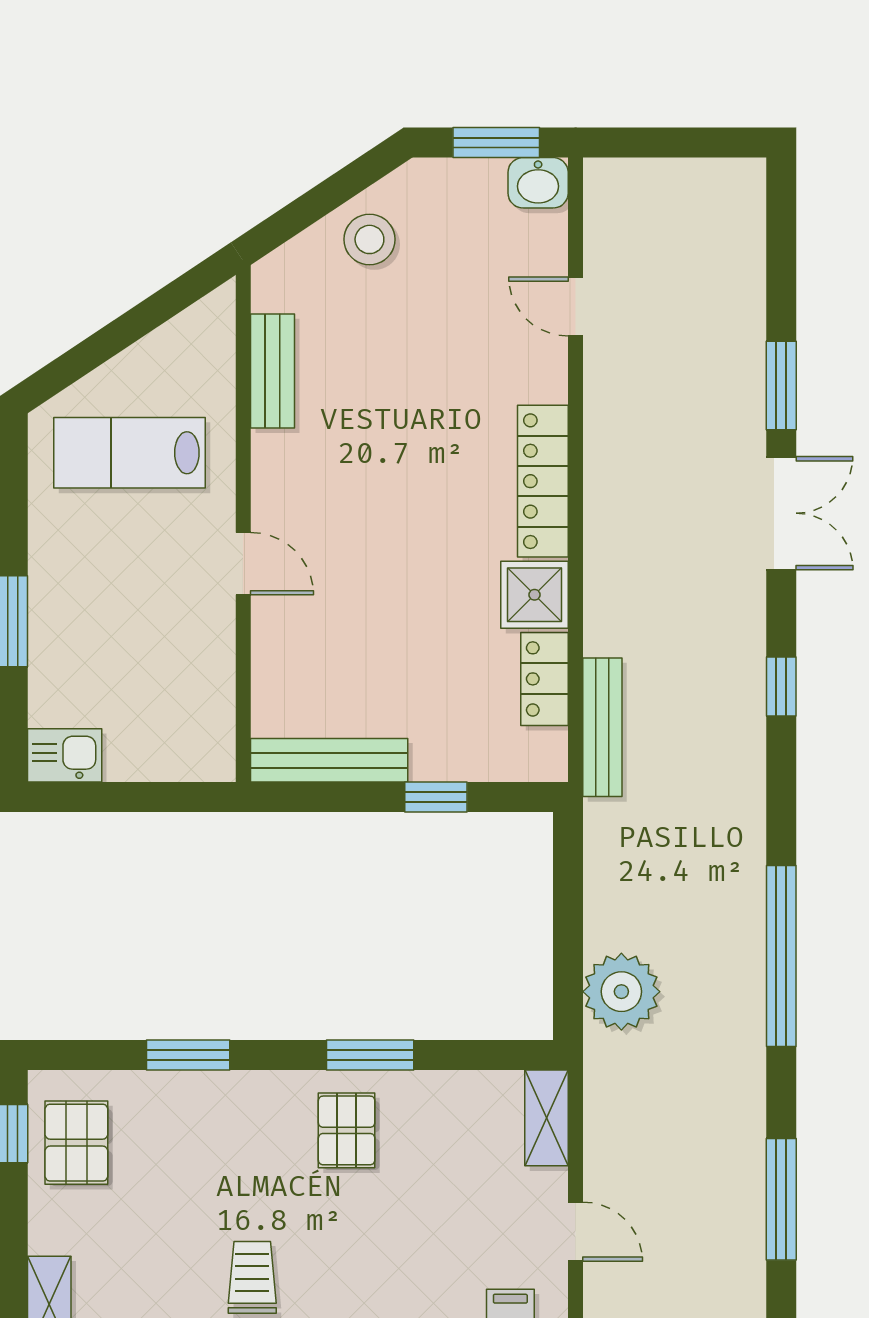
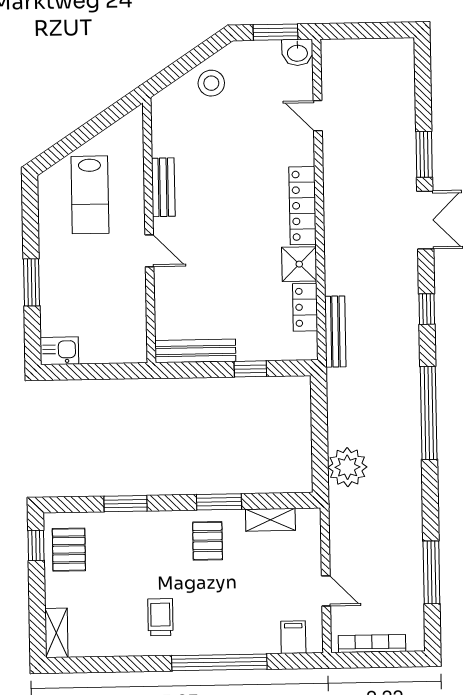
bench: (273, 371) -> (163, 187), moved
lab bench: (129, 453) -> (90, 195), turned -90
window: (781, 956) -> (429, 413), moved
shelving: (546, 1118) -> (270, 520), moved, turned 90

